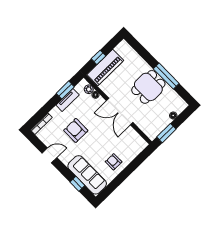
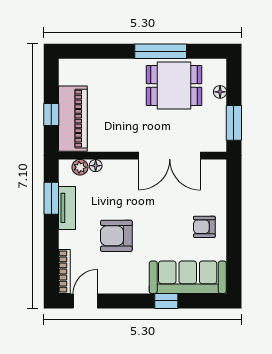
dining table: (148, 87) -> (174, 86), moved, turned 90
double door: (120, 112) -> (170, 156), moved
door: (49, 155) -> (85, 301), moved
window: (77, 184) -> (166, 301), moved

